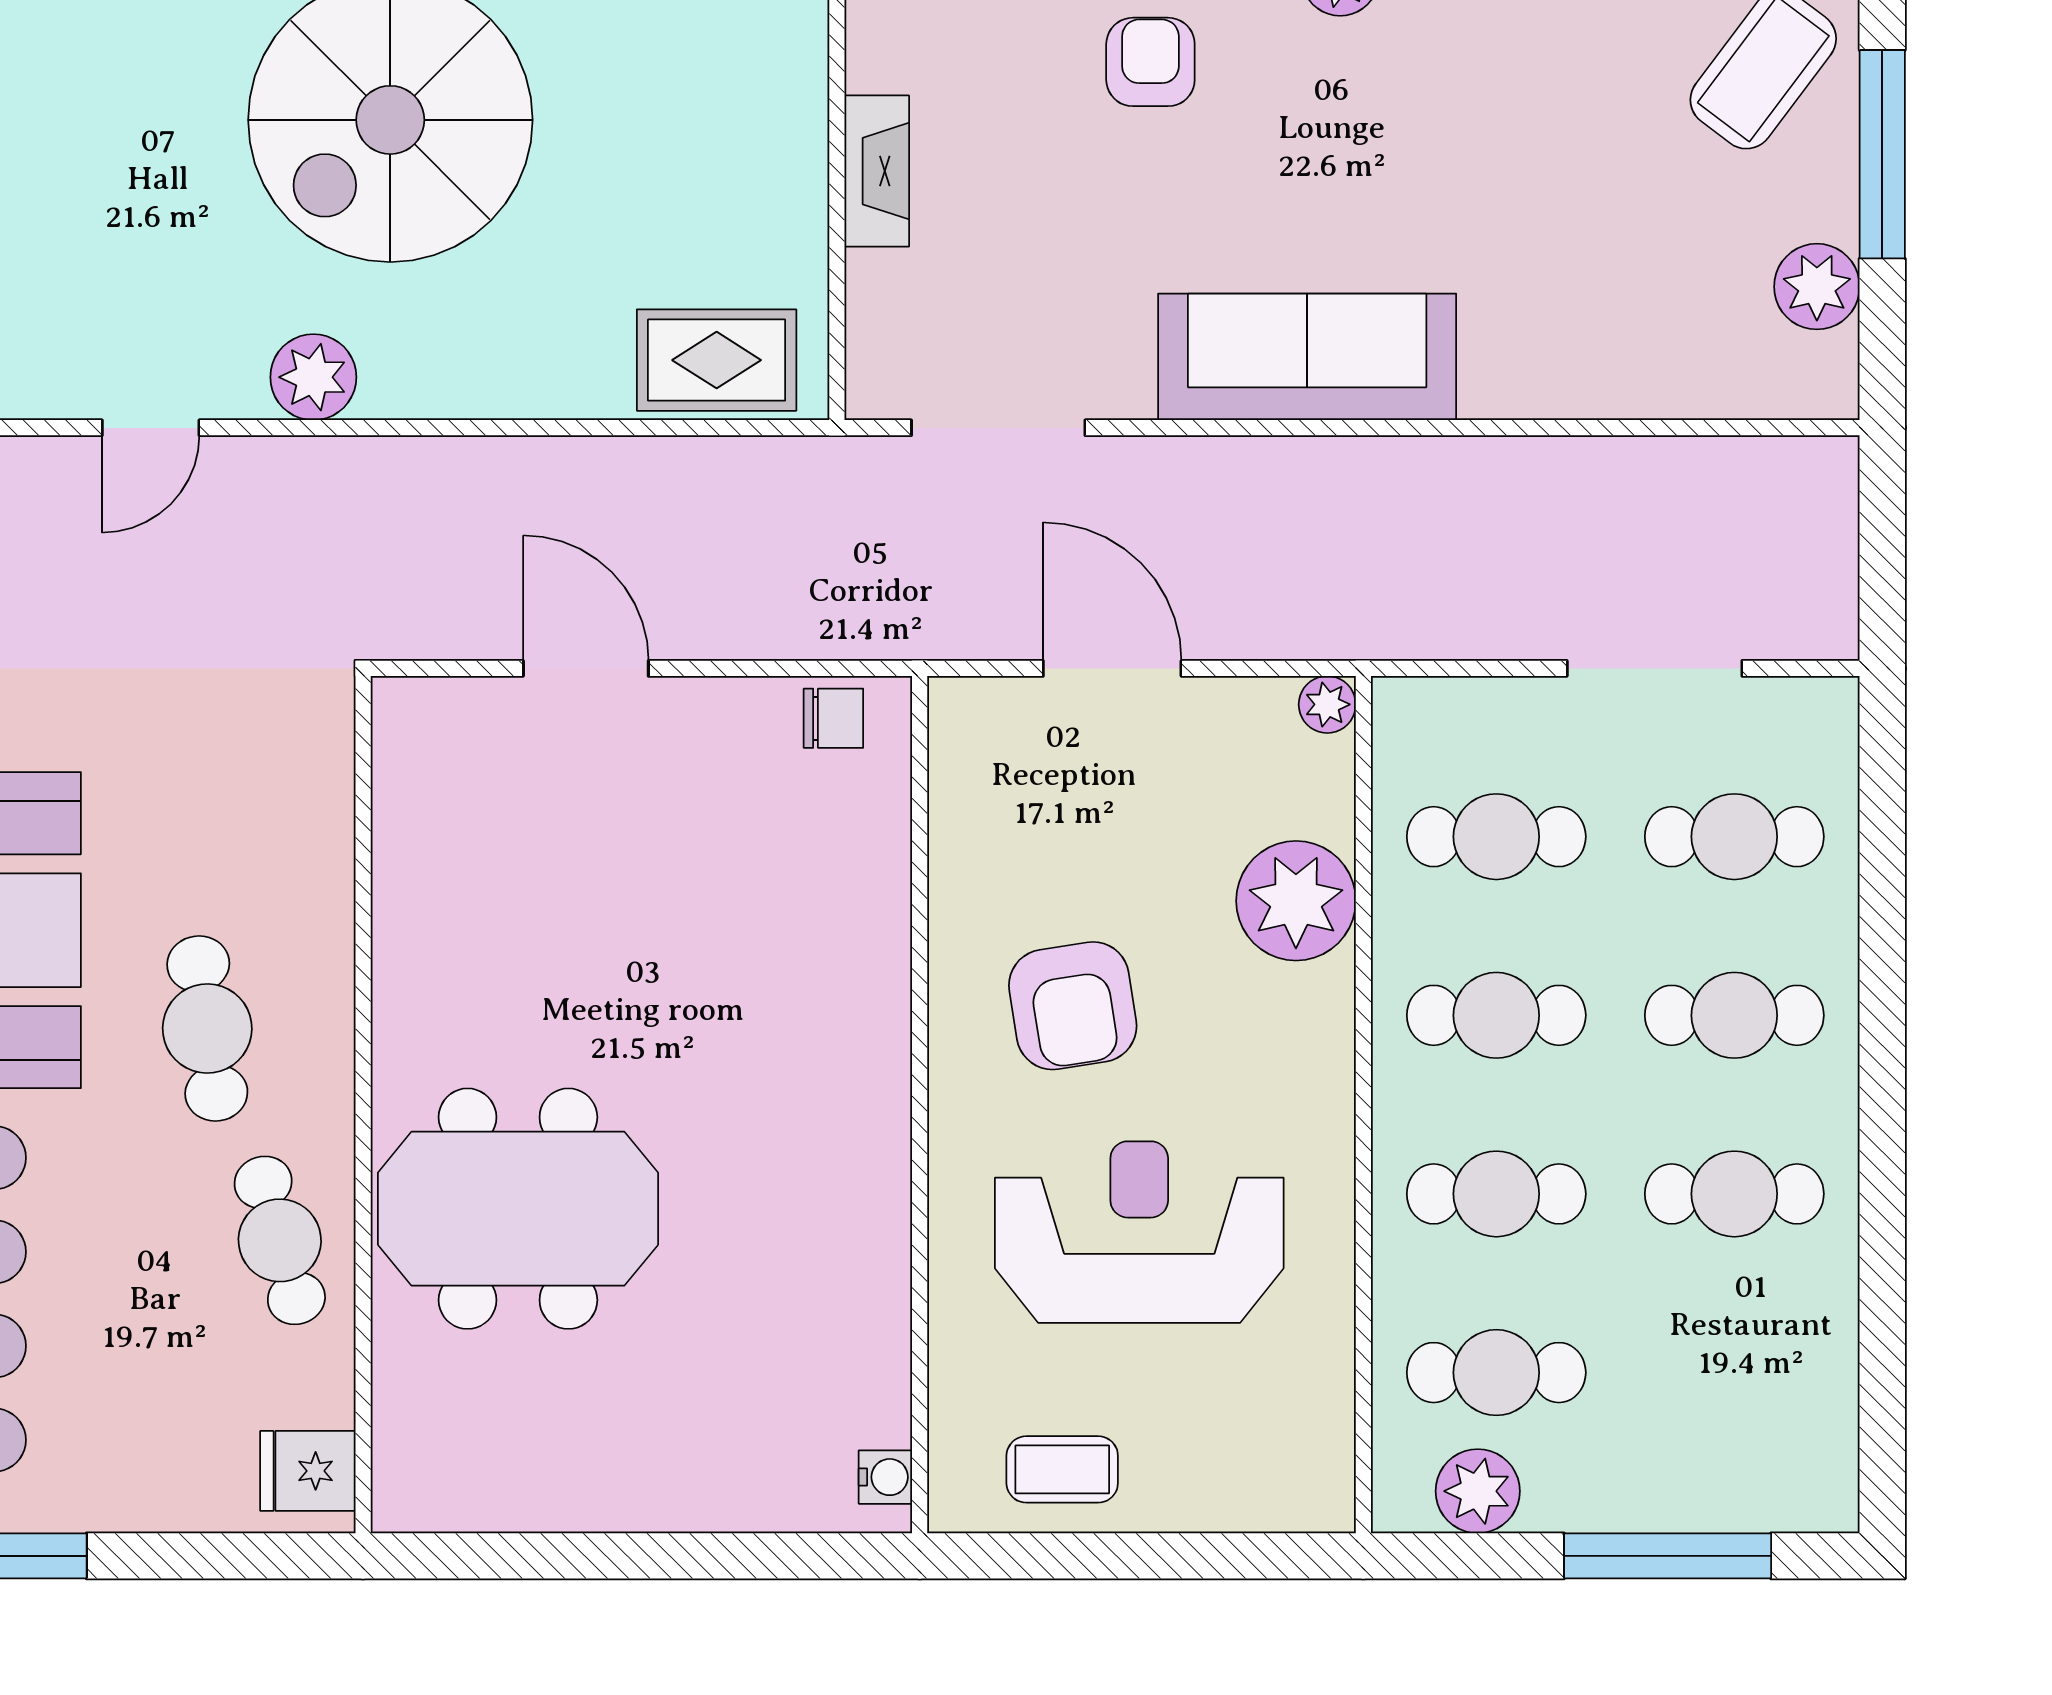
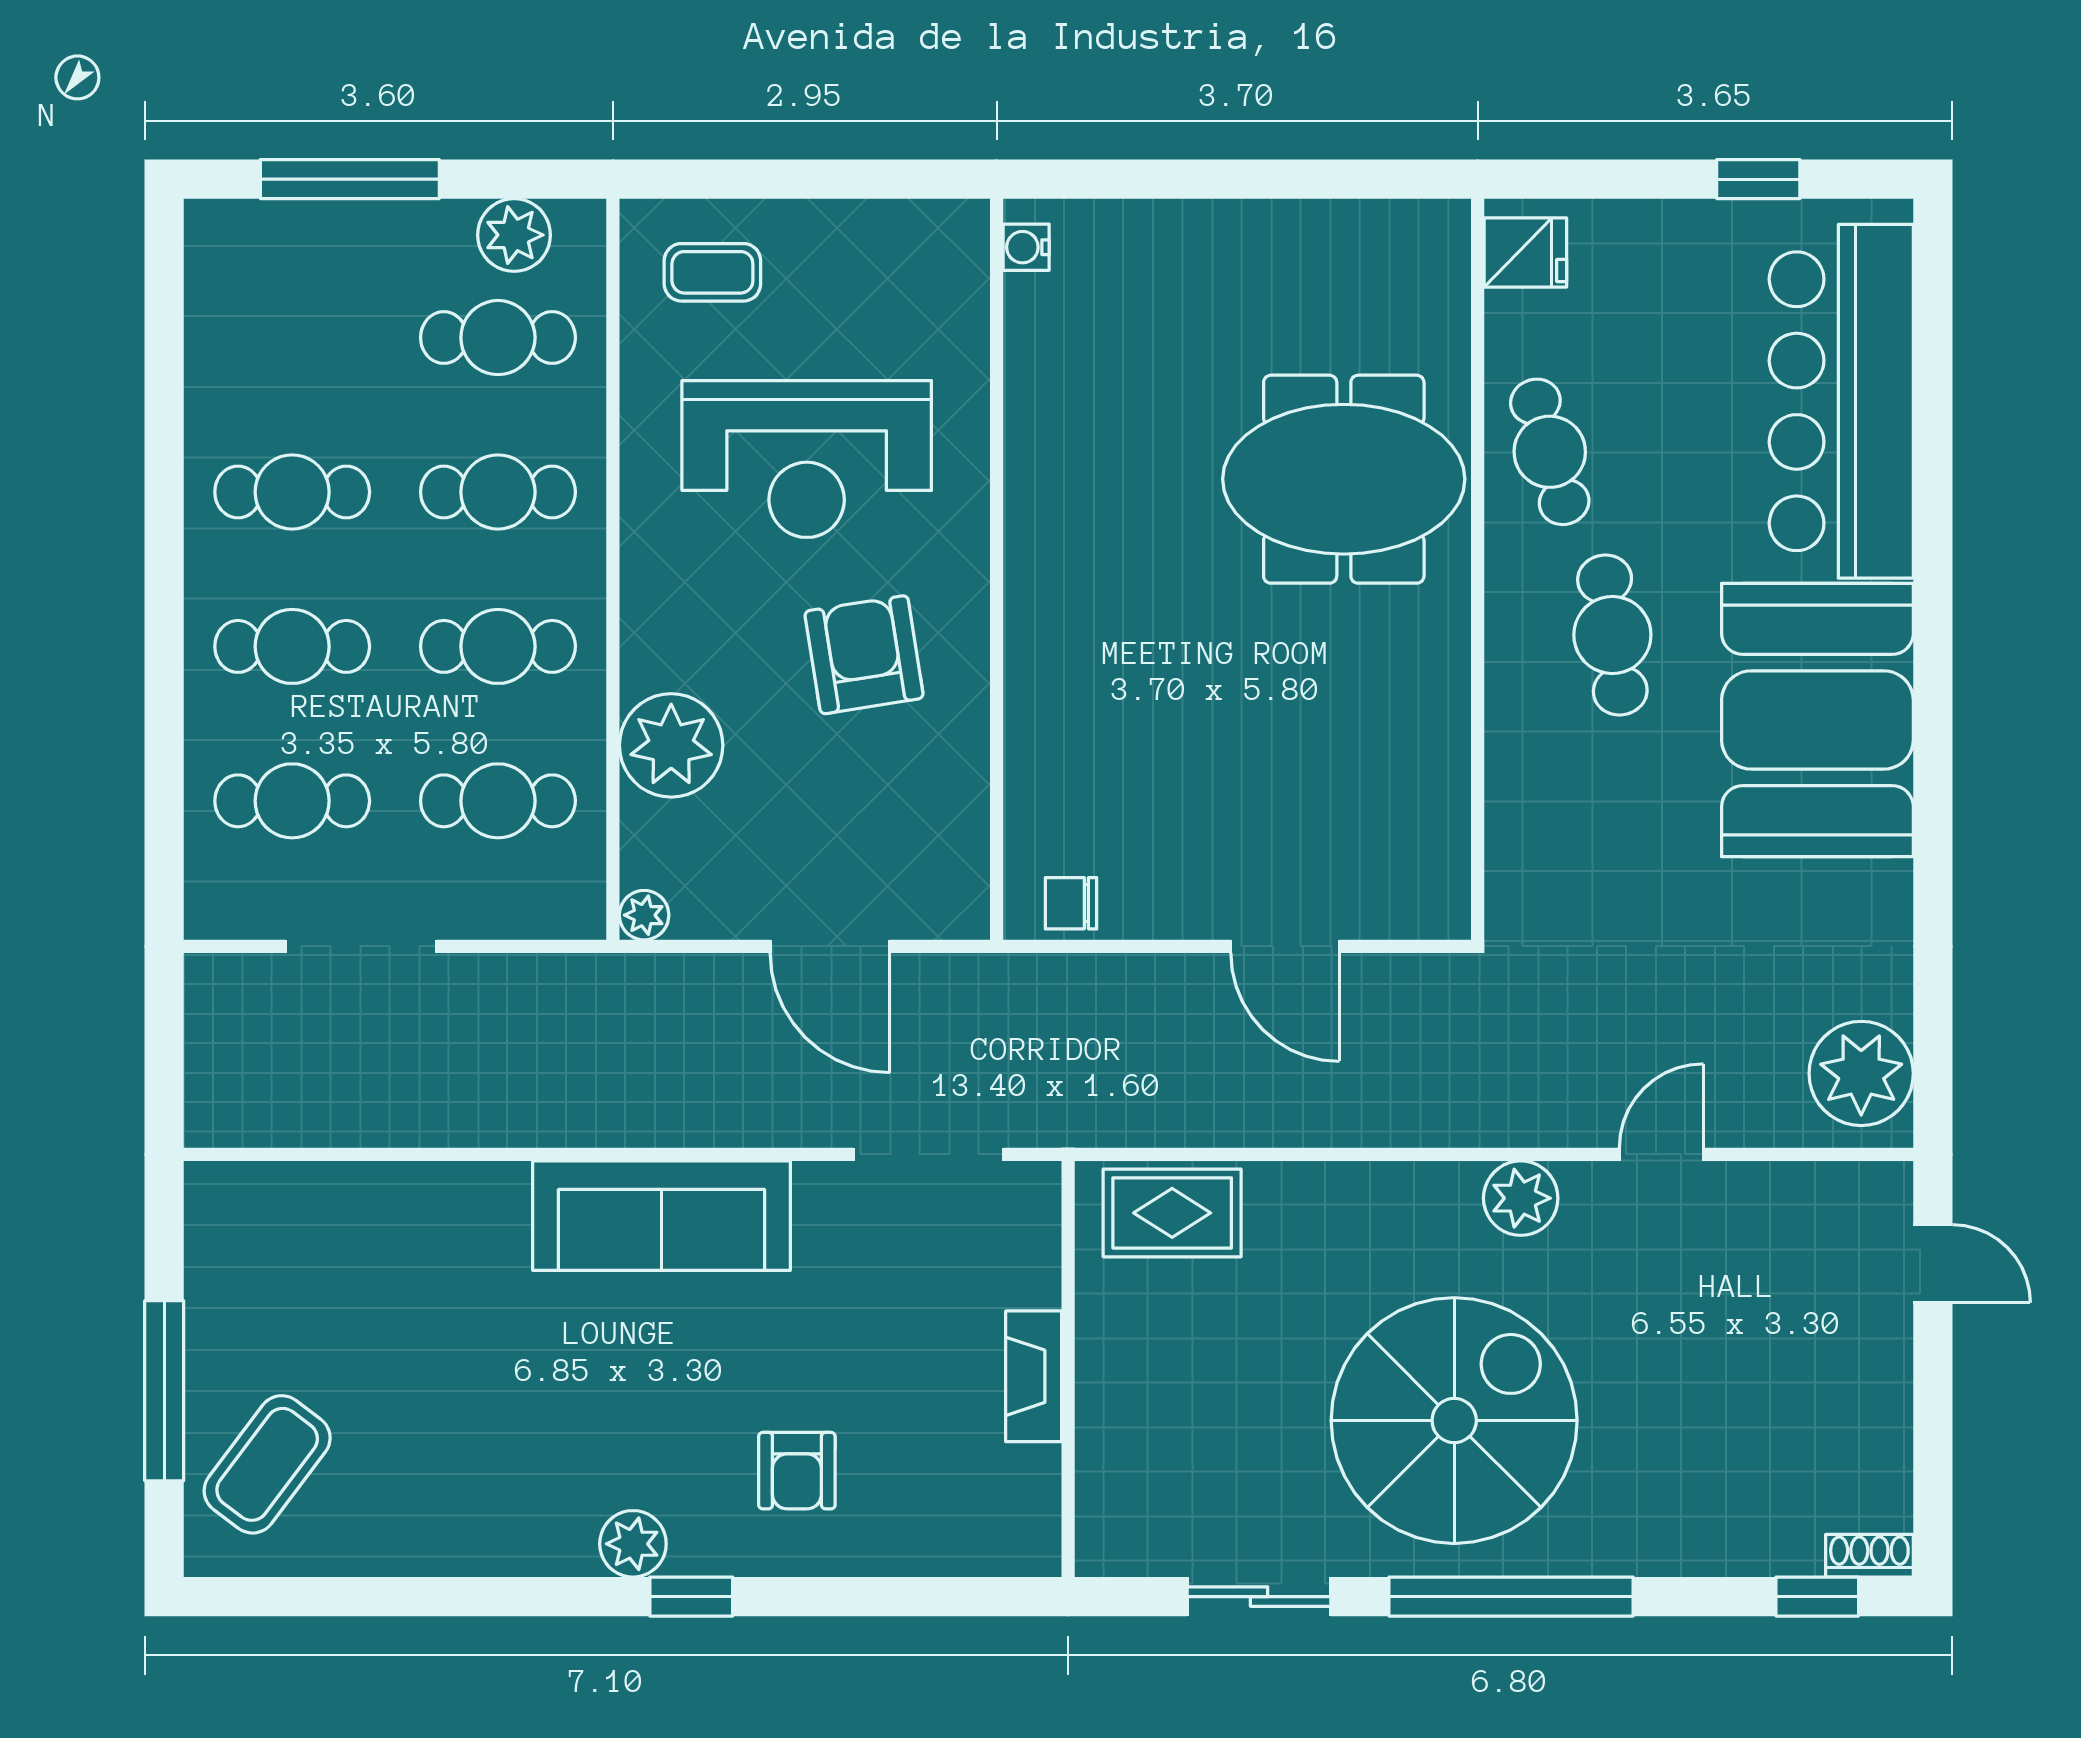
plant: (1817, 287) -> (221, 1276), removed
coffee table: (1062, 1469) -> (712, 272), moved

